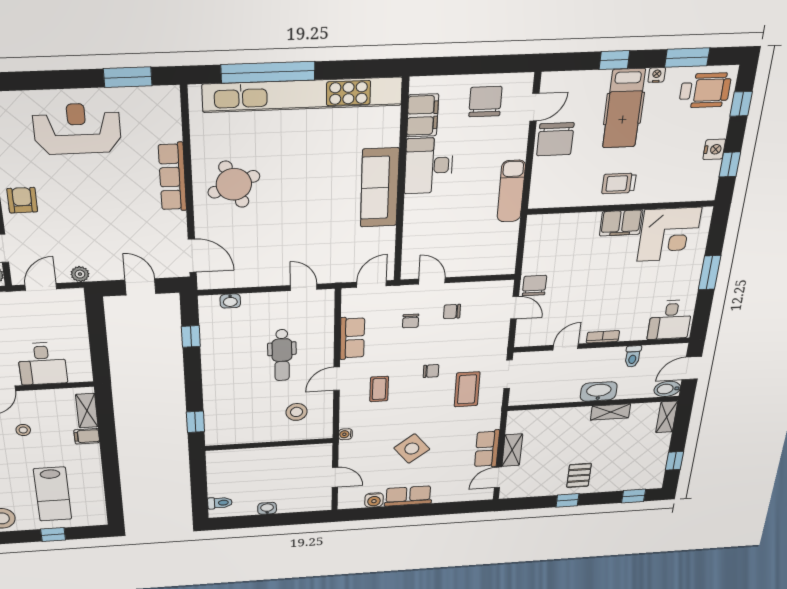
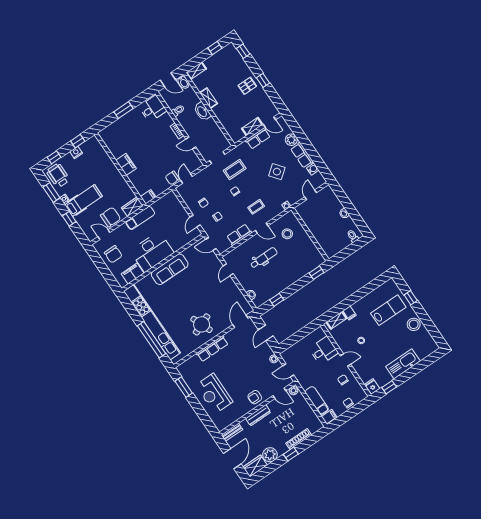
chair: (485, 102) -> (113, 254), turned -90
desk: (429, 166) -> (152, 252), width x1.36, depth x1.30
trolley: (619, 183) -> (112, 178), removed
wardrobe: (542, 189) -> (132, 207), added
filing cabinet: (536, 227) -> (148, 197), added
corner desk: (669, 234) -> (119, 141), removed
plant: (445, 493) -> (291, 140), added

